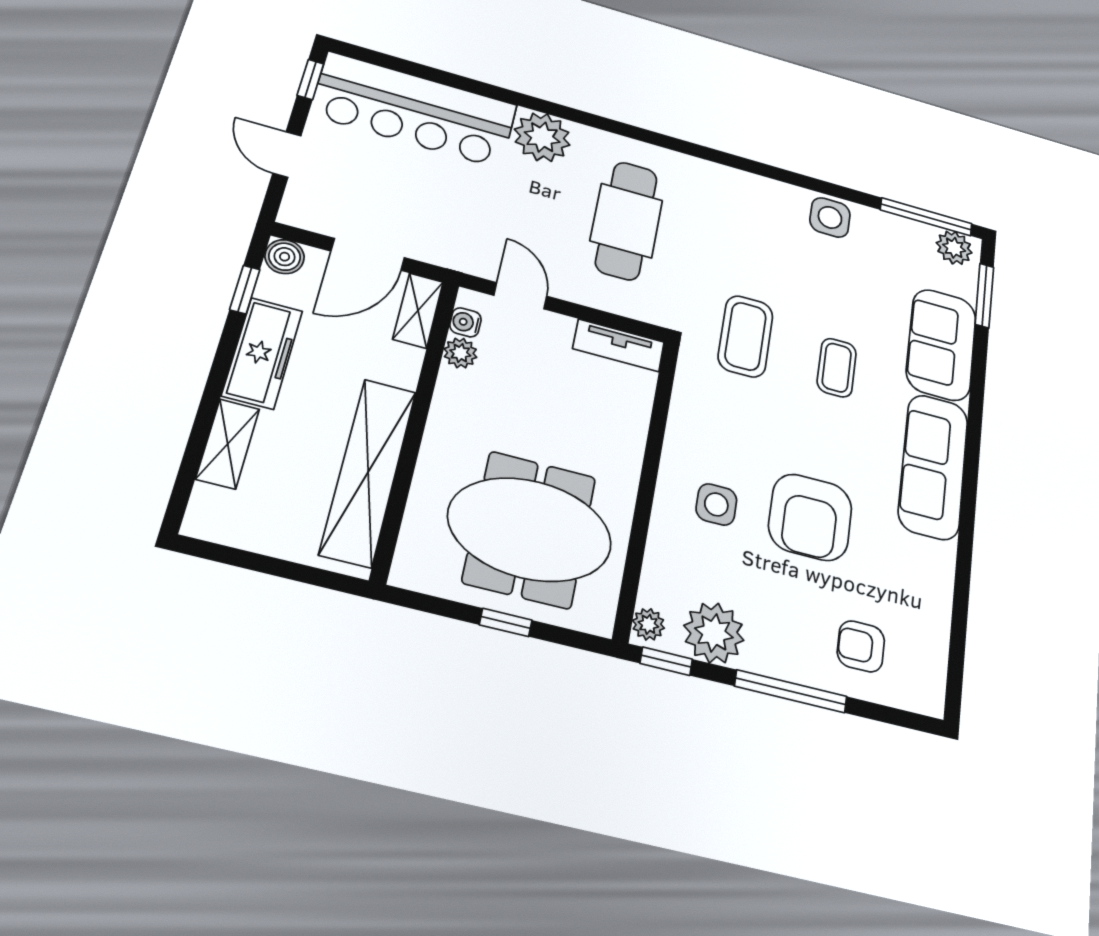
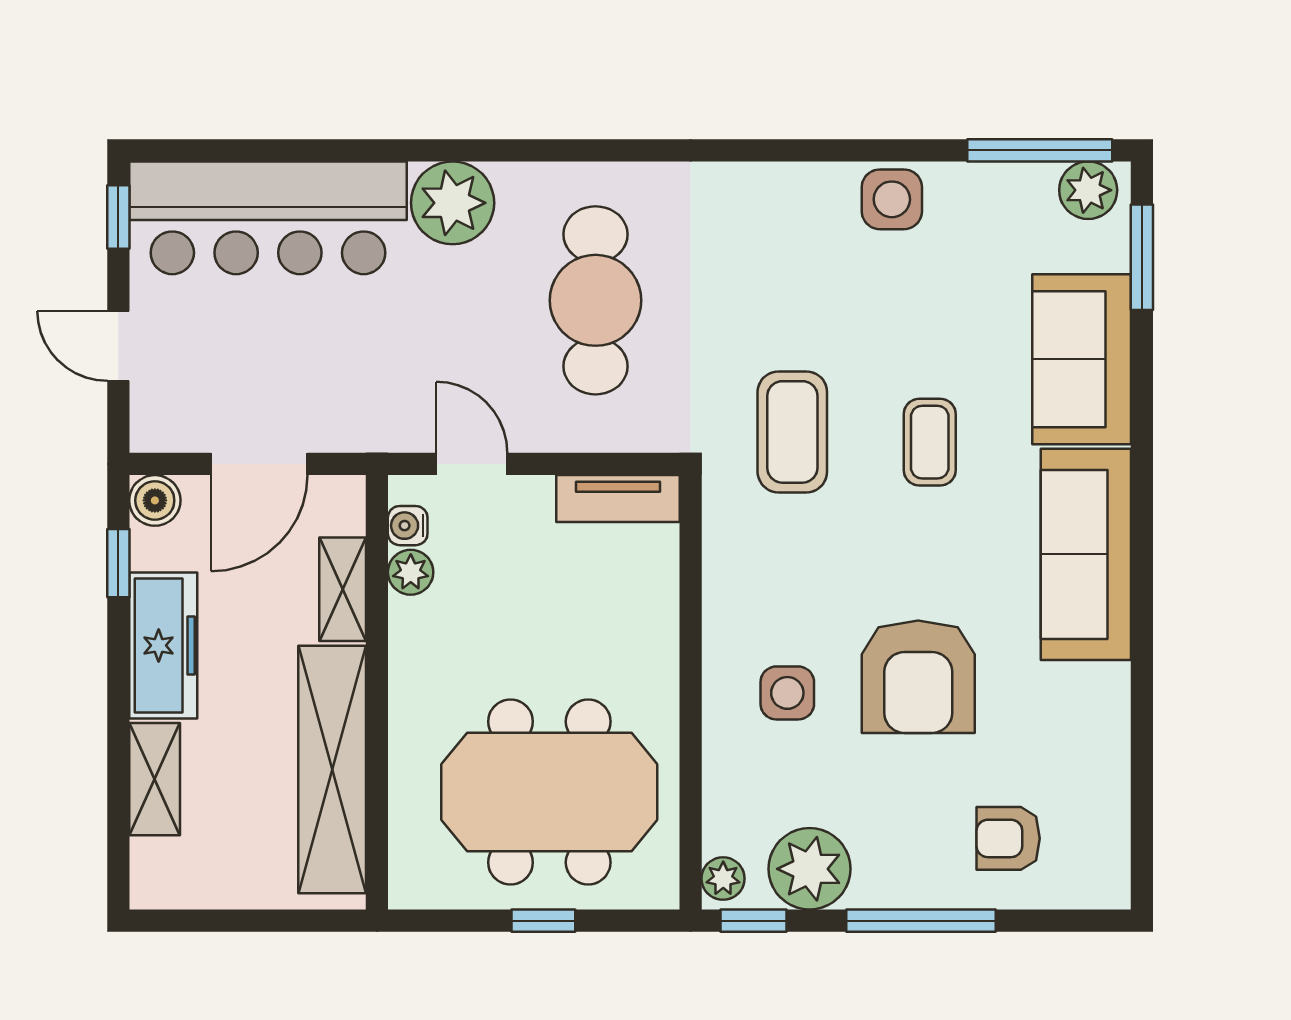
shelving: (418, 310) -> (343, 589), moved

